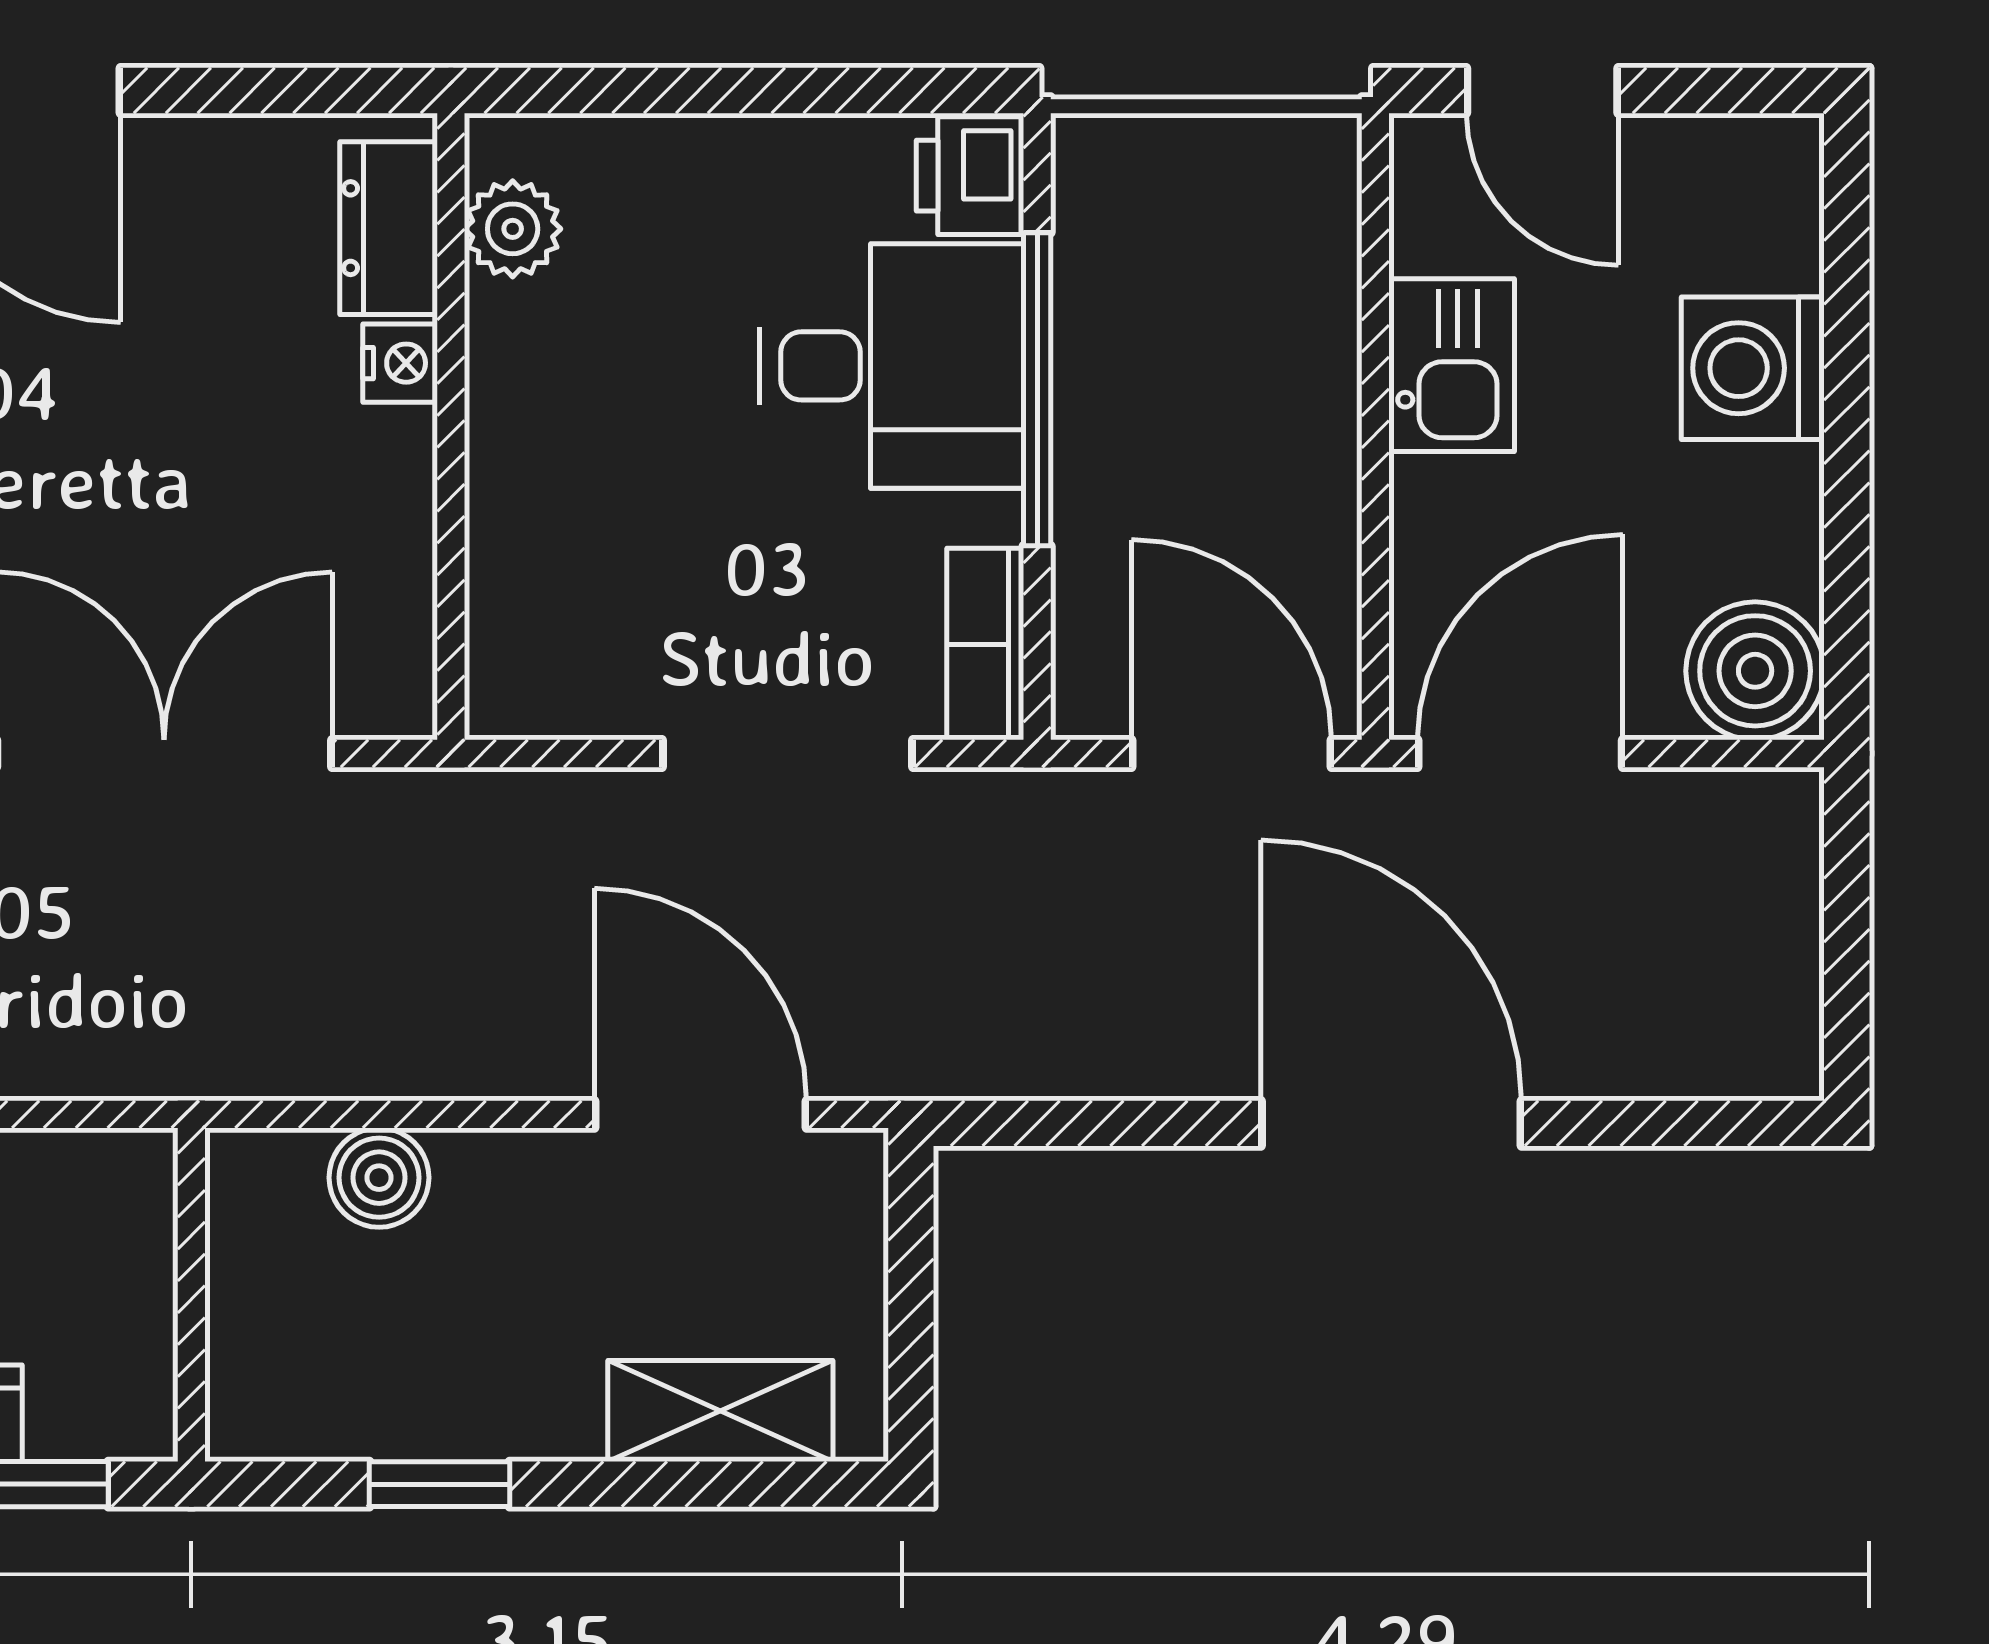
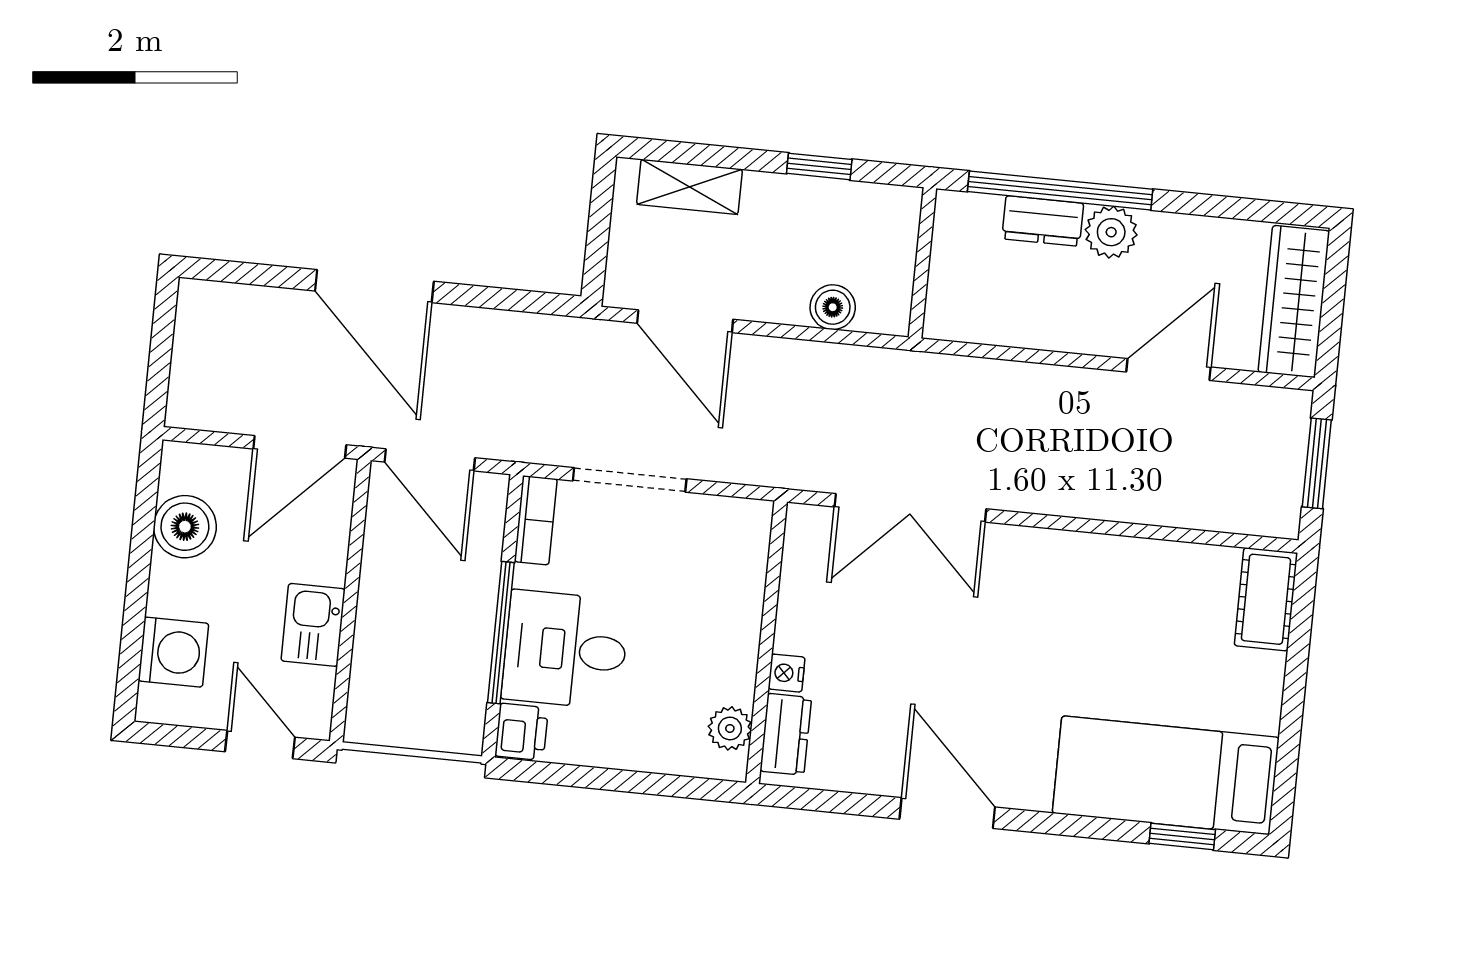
washing machine: (1753, 368) -> (173, 652), moved
boiler: (1755, 671) -> (185, 527), moved

